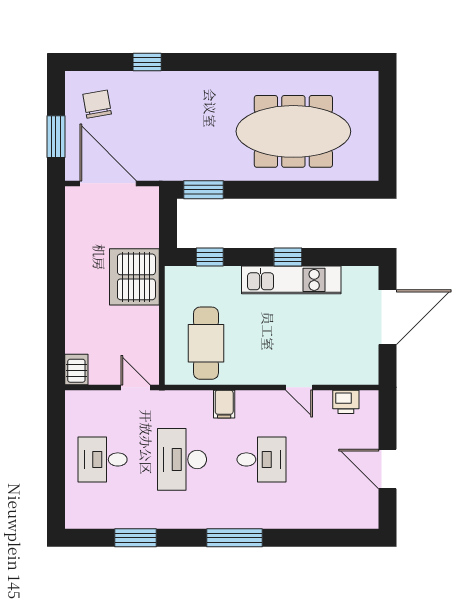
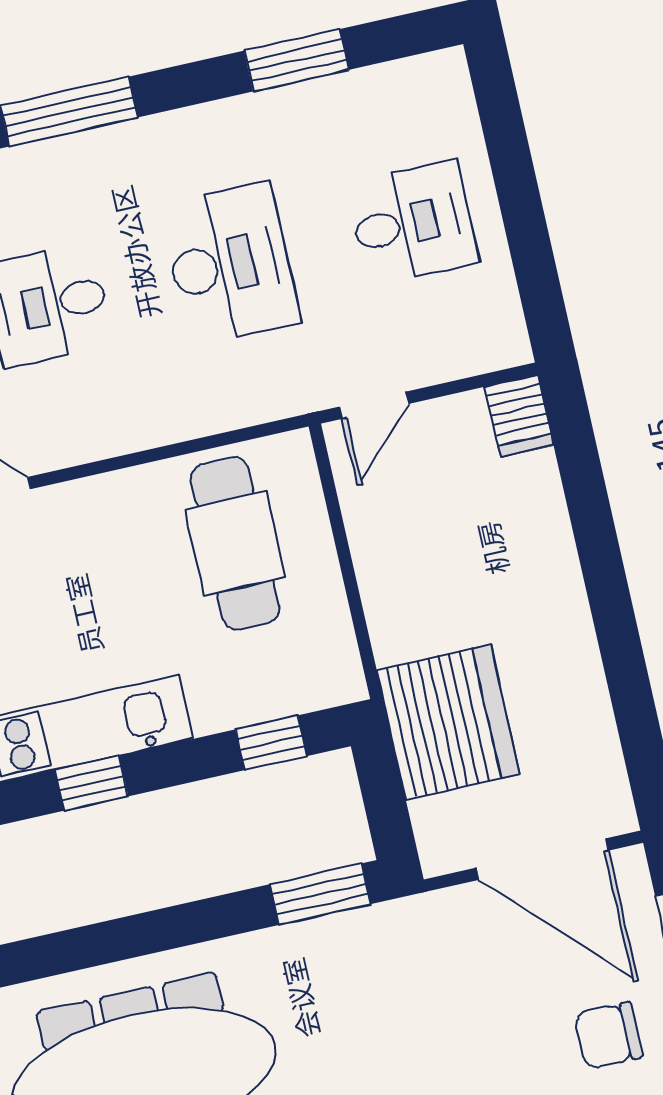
chair: (97, 104) -> (609, 1035), turned 100
server rack: (134, 277) -> (448, 722), moved
door: (136, 387) -> (374, 405), hinge flipped
filing cabinet: (224, 404) -> (162, 413), removed

